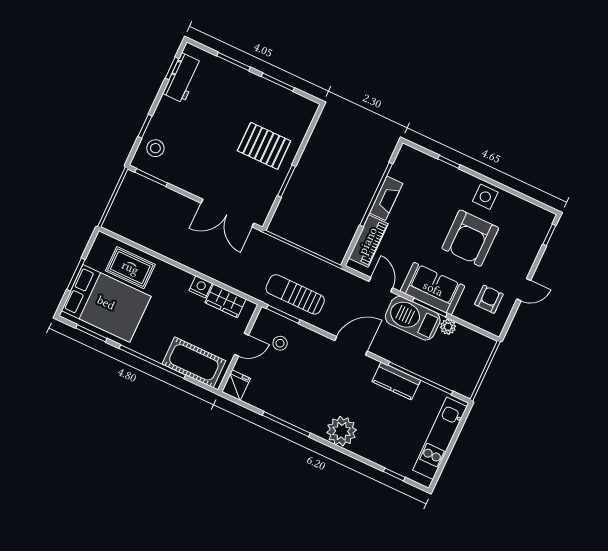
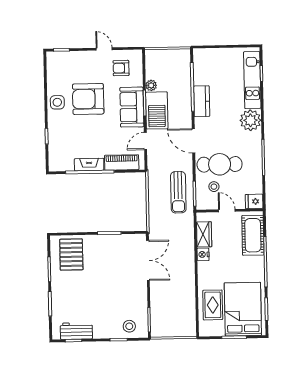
pallet: (264, 146) -> (71, 255), moved
armchair: (470, 238) -> (88, 99), turned 180
cafe table: (305, 364) -> (220, 164), added
kitchen unit: (440, 438) -> (252, 80), moved, turned 90

